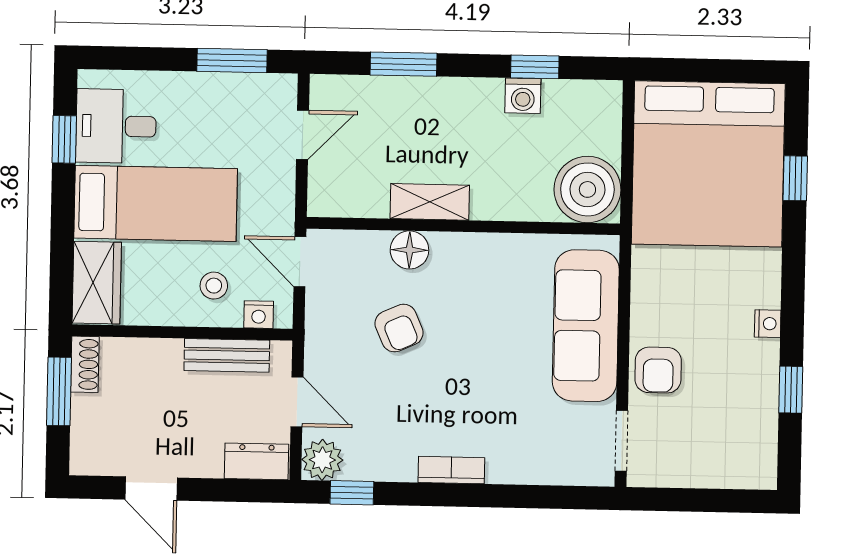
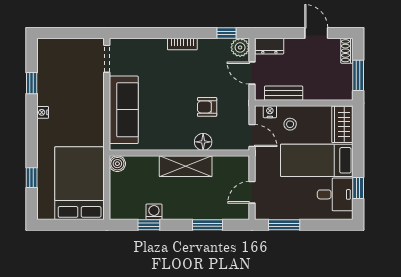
bed: (708, 164) -> (80, 183), width x0.73
boiler: (587, 189) -> (117, 164), width x0.54, depth x0.54
shelving: (430, 202) -> (186, 166), width x1.50, depth x1.33
armchair: (399, 328) -> (207, 107), turned -66
shoe rack: (85, 364) -> (347, 51), moved
armchair: (658, 370) -> (91, 91), removed

